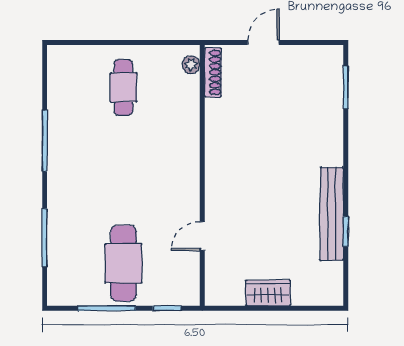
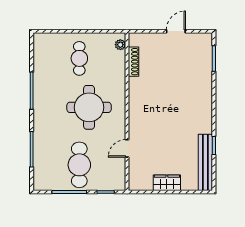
door: (263, 42) -> (176, 31), moved
shoe rack: (213, 72) -> (133, 62), moved
round table: (139, 168) -> (89, 107), added
bench: (332, 214) -> (205, 162), moved

